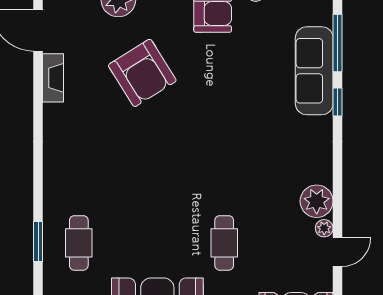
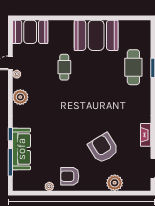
fireplace: (53, 78) -> (146, 135), moved
plant: (317, 201) -> (20, 97), moved
cafe table: (79, 243) -> (133, 67), width x1.37, depth x1.35

